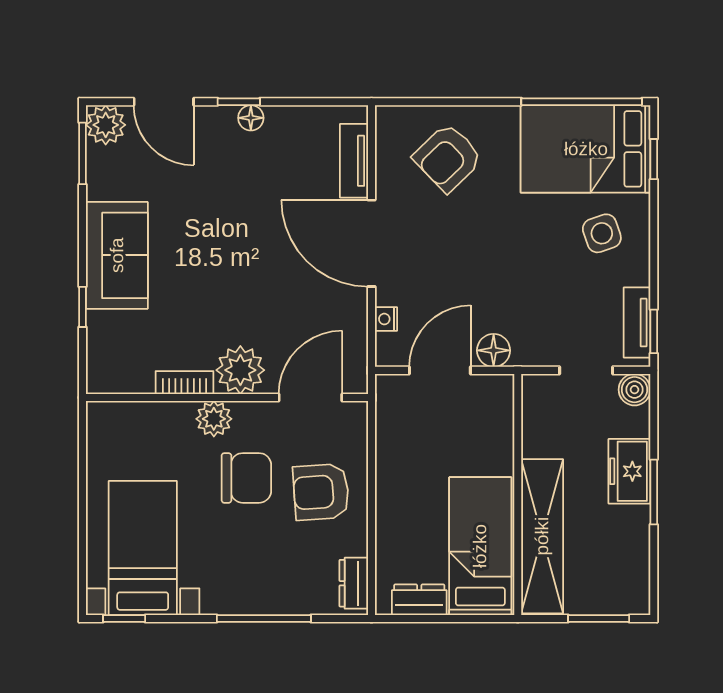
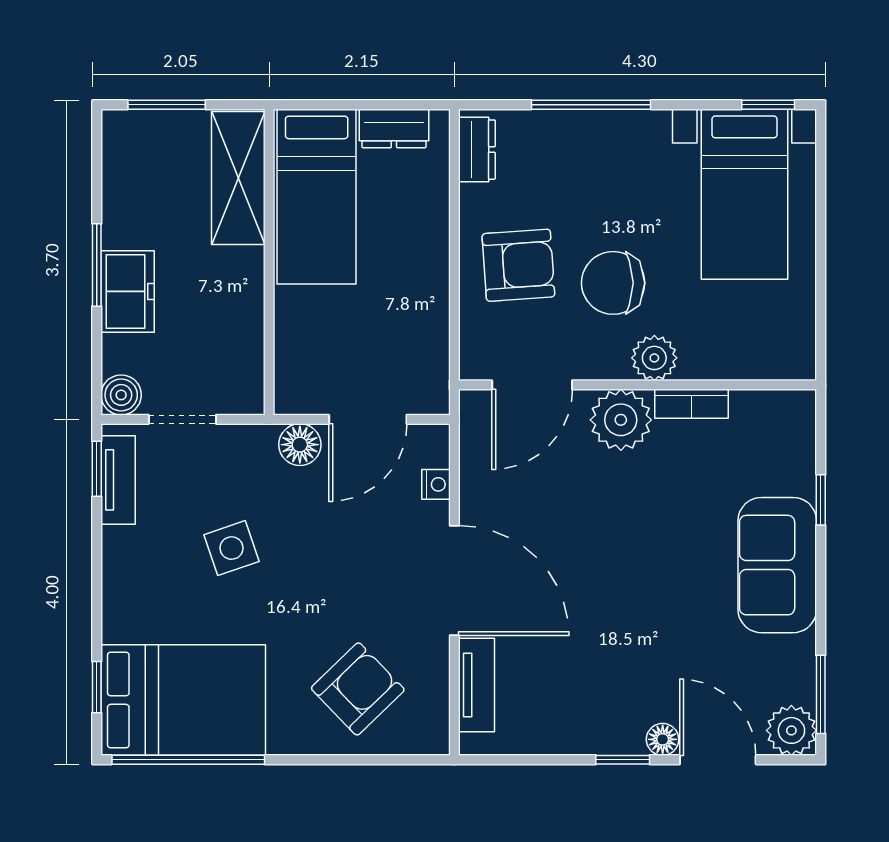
floor lamp: (251, 118) -> (663, 739), moved
side table: (602, 233) -> (231, 548), moved
shelving: (542, 536) -> (238, 178), width x0.68

